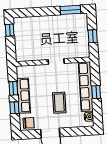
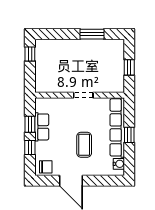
window: (70, 10) -> (92, 34), moved
row of seats: (24, 96) -> (42, 127), width x0.68

